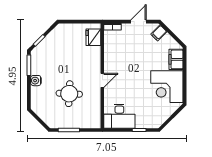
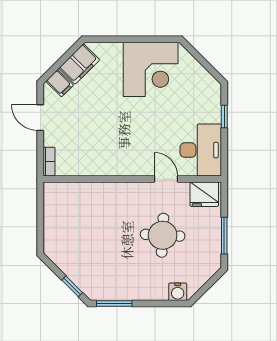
fridge: (93, 37) -> (204, 194), moved
filing cabinet: (176, 59) -> (79, 64), moved, turned -45
door: (102, 80) -> (166, 179), moved
water cooler: (36, 81) -> (178, 292), moved

